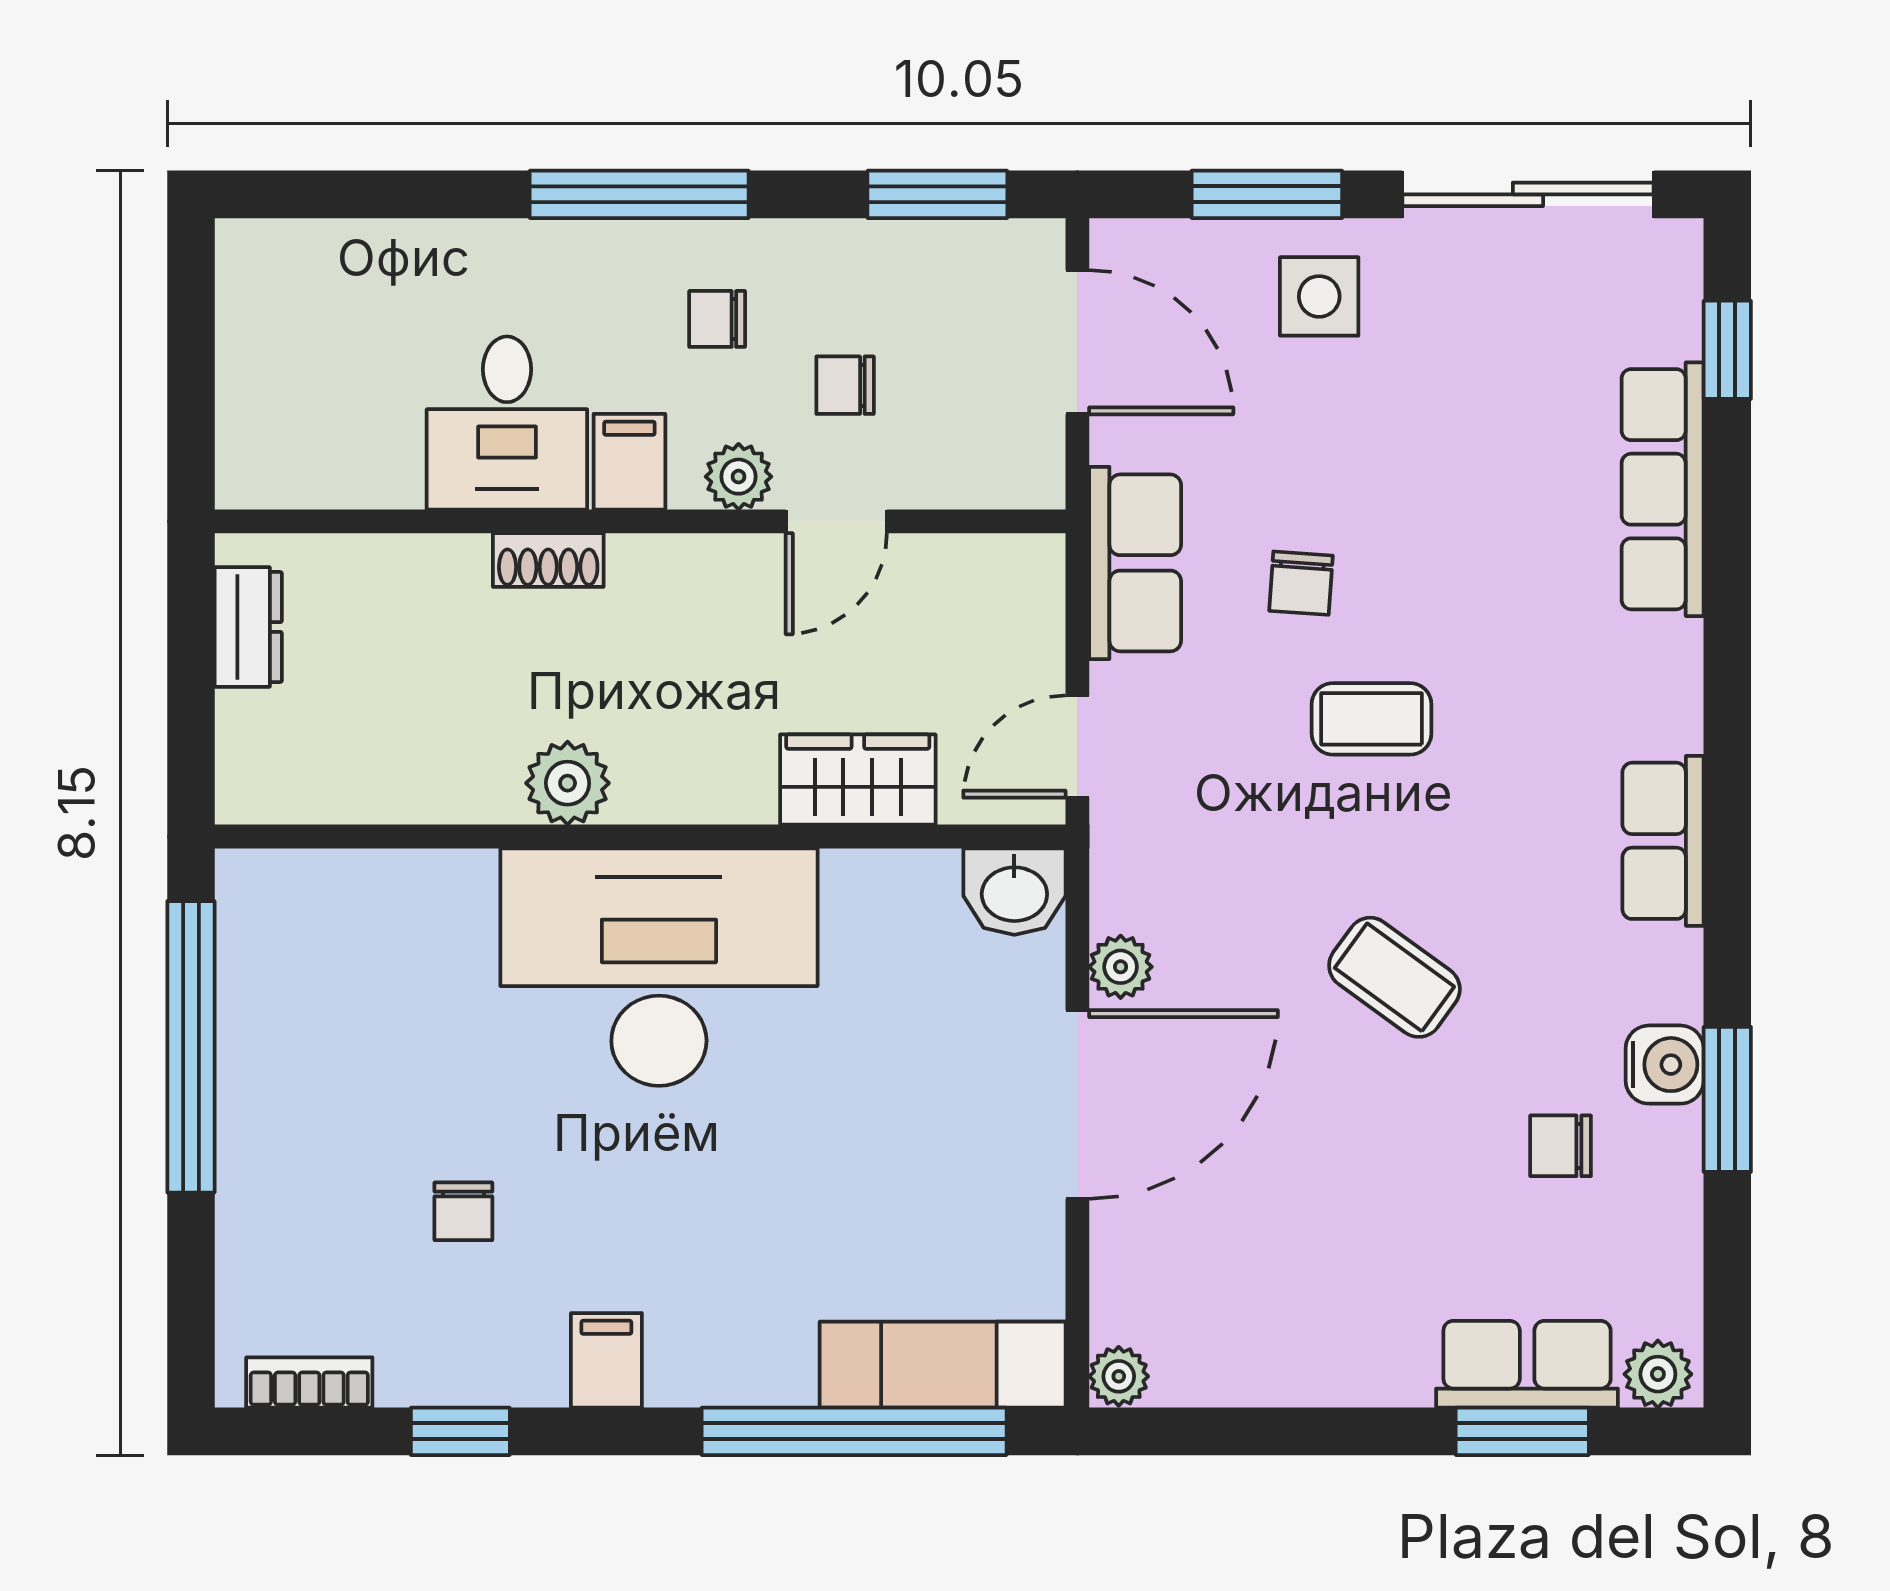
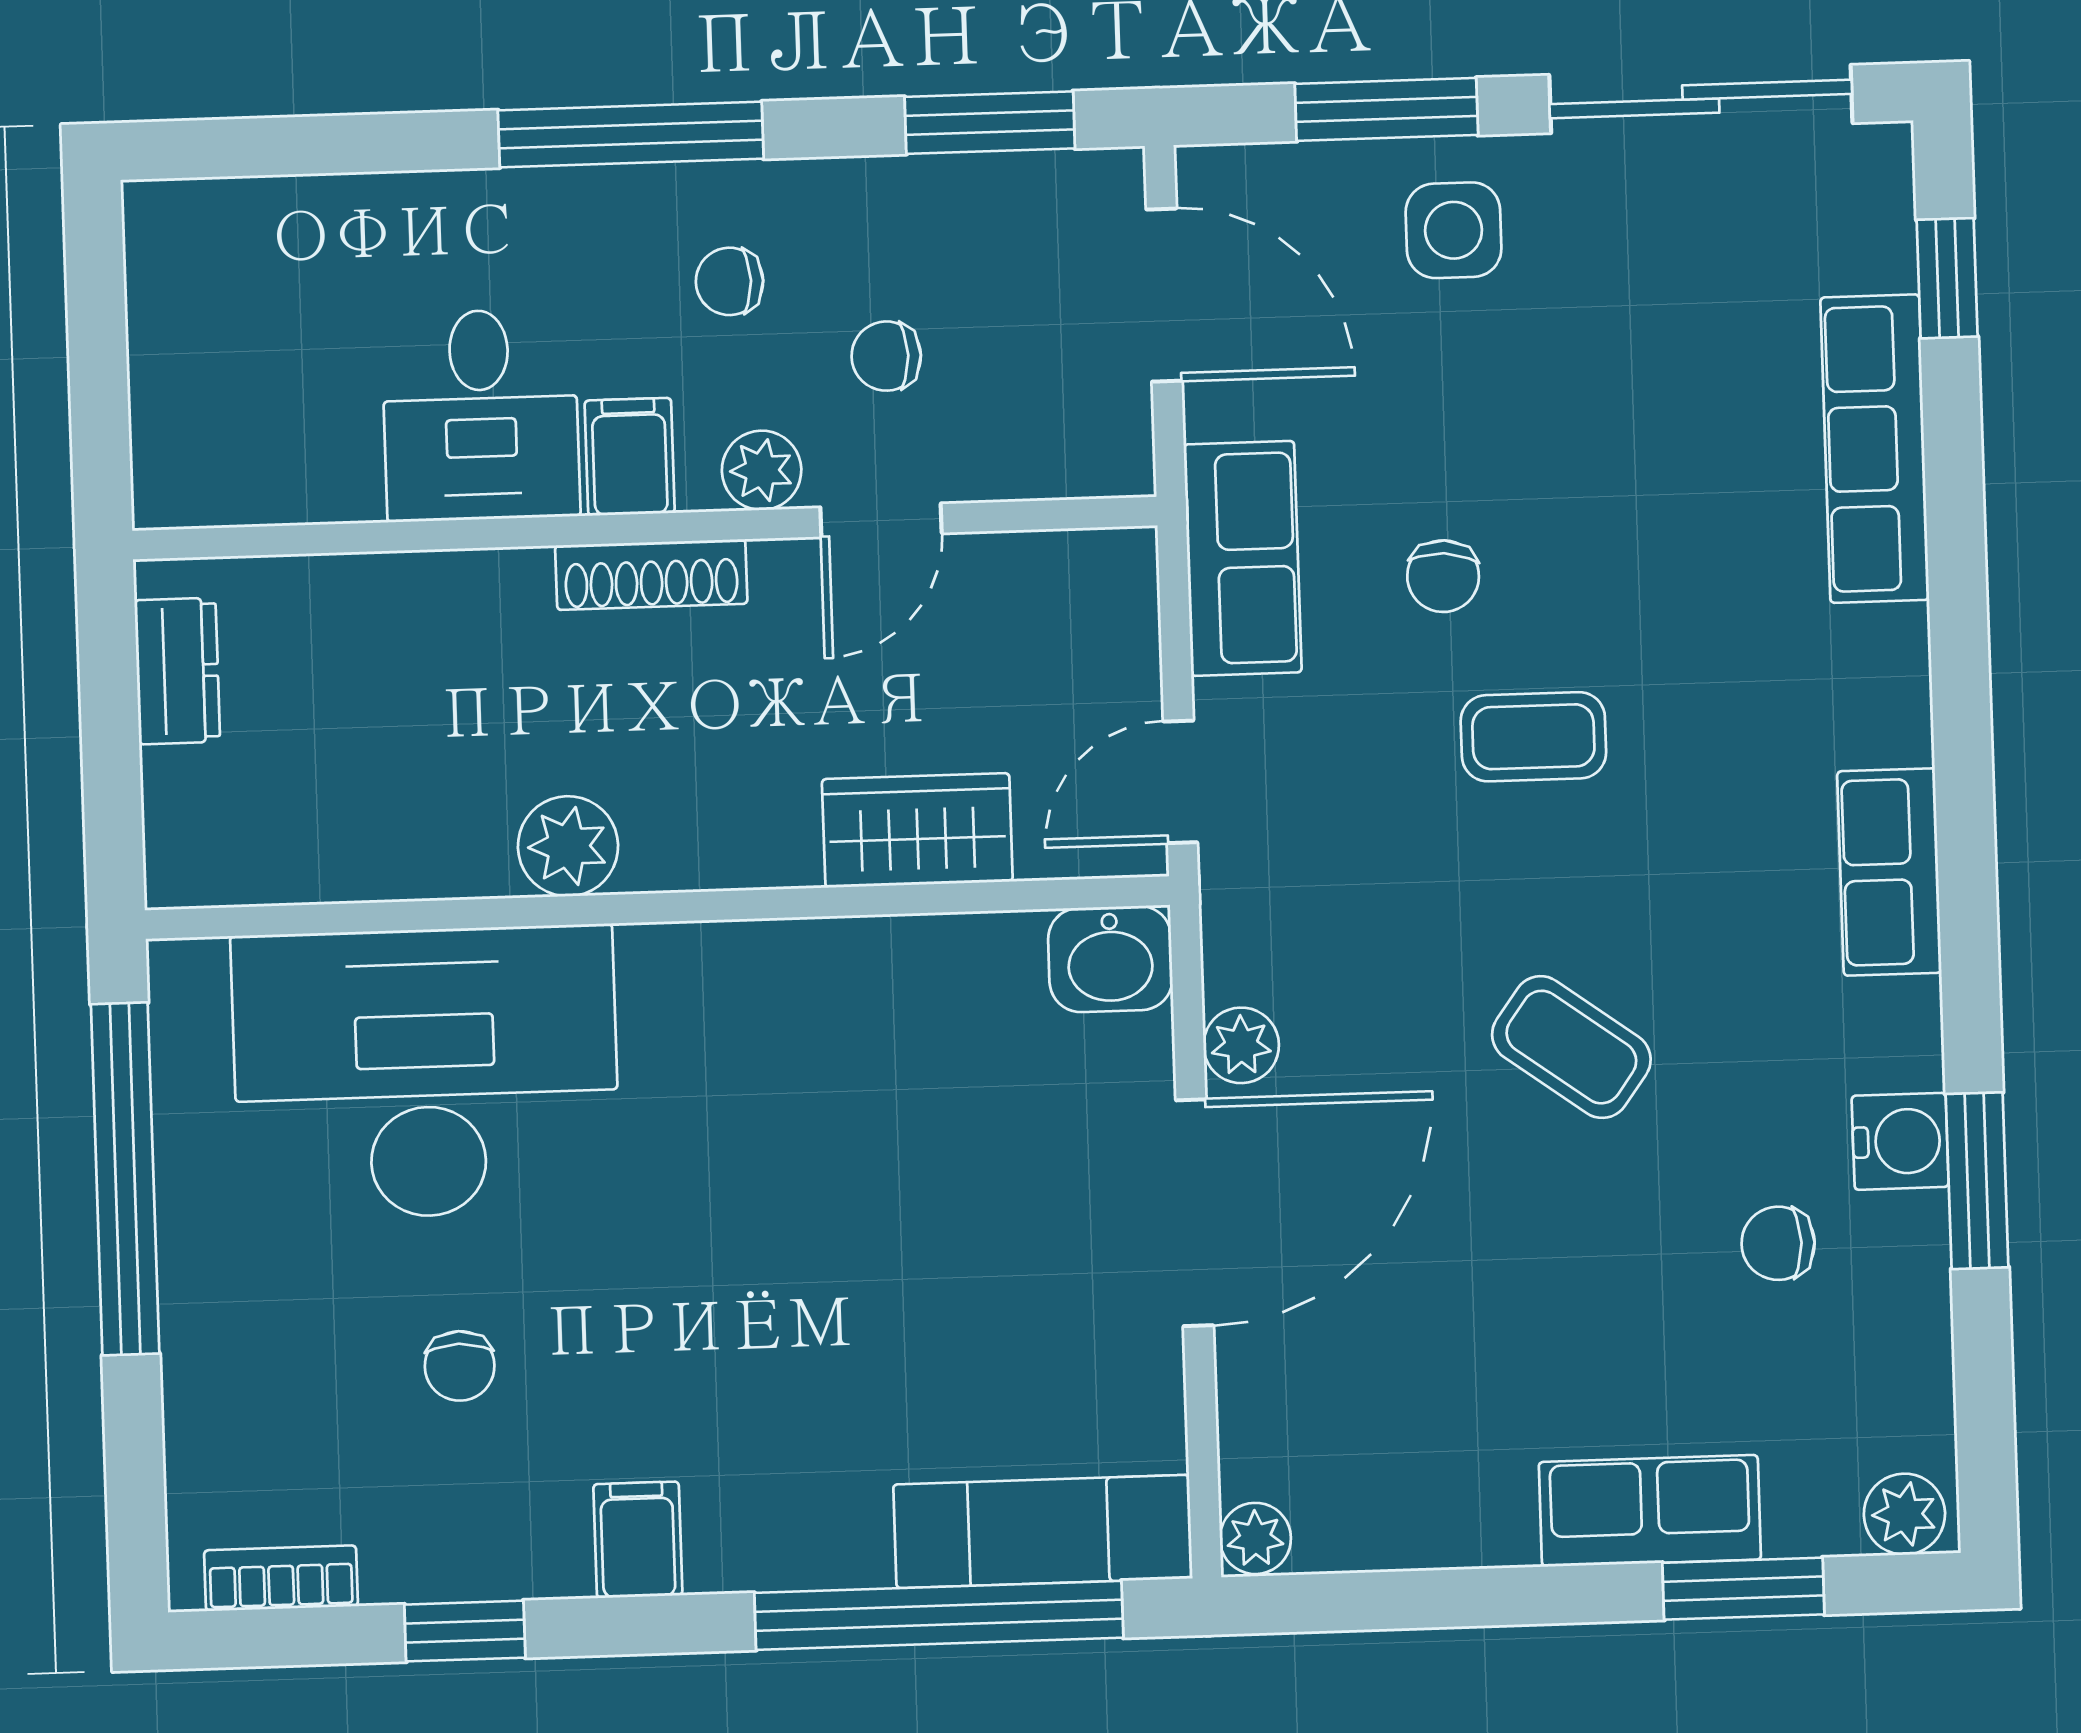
shoe rack: (548, 560) -> (651, 575), moved, width x1.43
desk: (659, 967) -> (426, 1073), moved
row of seats: (1527, 1364) -> (1650, 1511), moved

